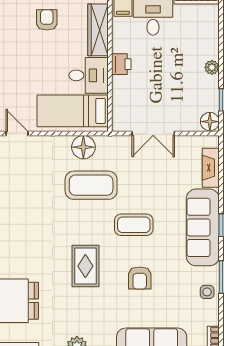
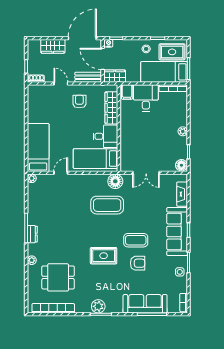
printer: (121, 64) -> (126, 129), removed
door: (17, 134) -> (61, 173), hinge flipped
floor lamp: (83, 147) -> (115, 181), moved
coffee table: (134, 225) -> (136, 240), moved
rug: (85, 266) -> (104, 256), turned 90
armchair: (140, 278) -> (138, 263), turned -90

